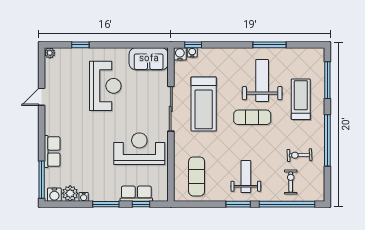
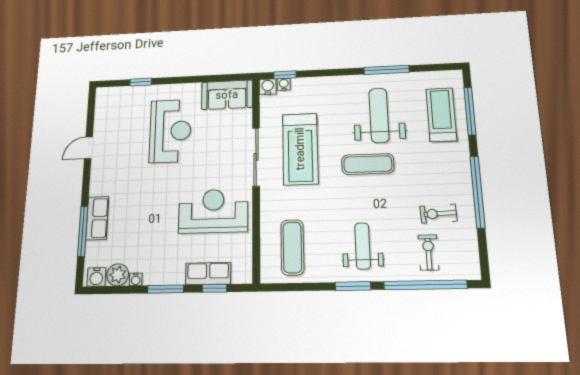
plant: (50, 53) -> (102, 94), removed
treadmill: (301, 99) -> (441, 115), moved
window: (42, 180) -> (83, 231), moved

